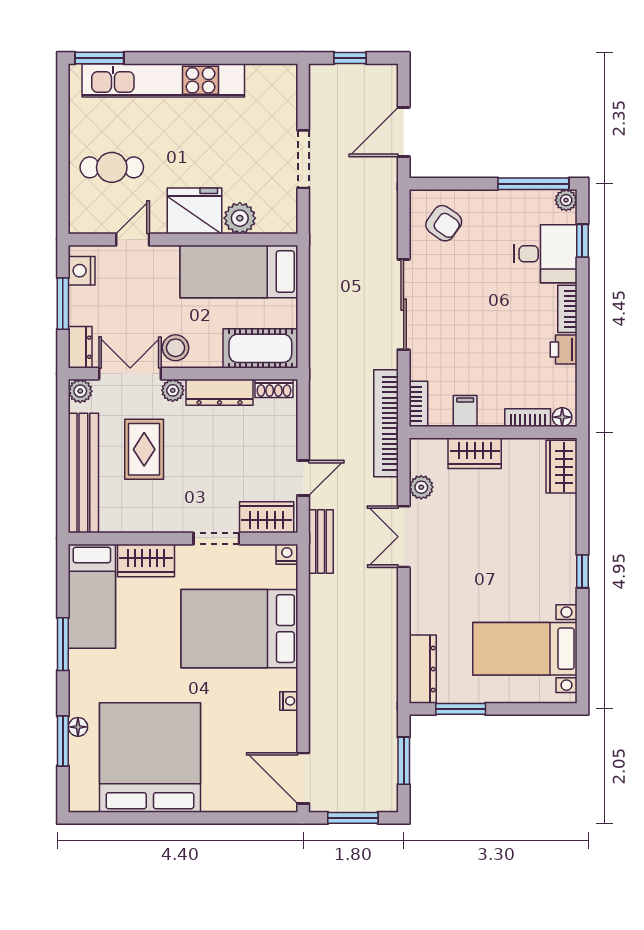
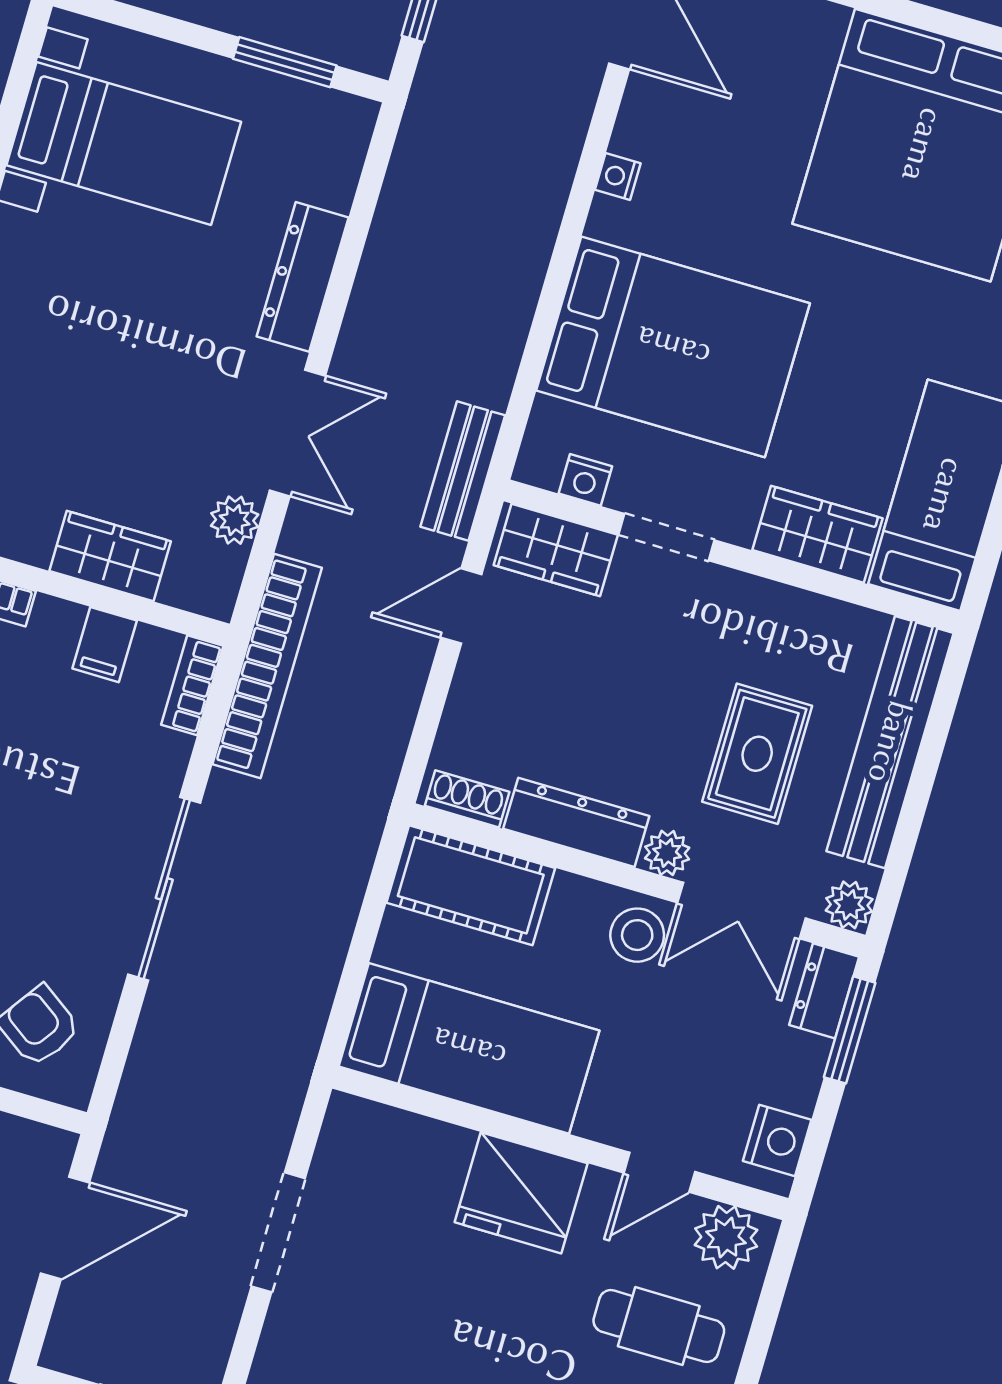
plant: (240, 218) -> (726, 1237), moved
window: (63, 304) -> (850, 1030), moved
nightstand: (287, 554) -> (585, 480), moved
dresser: (423, 669) -> (303, 277), moved

